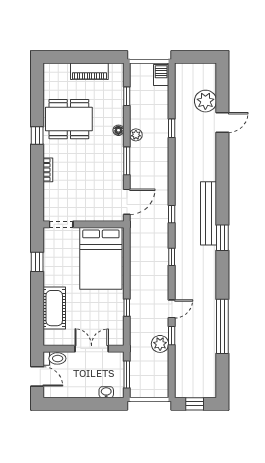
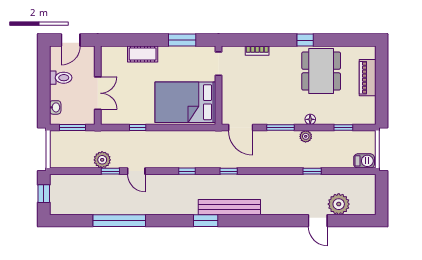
piano: (89, 71) -> (368, 78), moved
bookcase: (48, 170) -> (257, 51), moved
window: (37, 262) -> (182, 40), width x1.50
cot: (54, 308) -> (143, 54), width x0.73, depth x0.75
toilet: (54, 358) -> (61, 78), moved, turned -90

